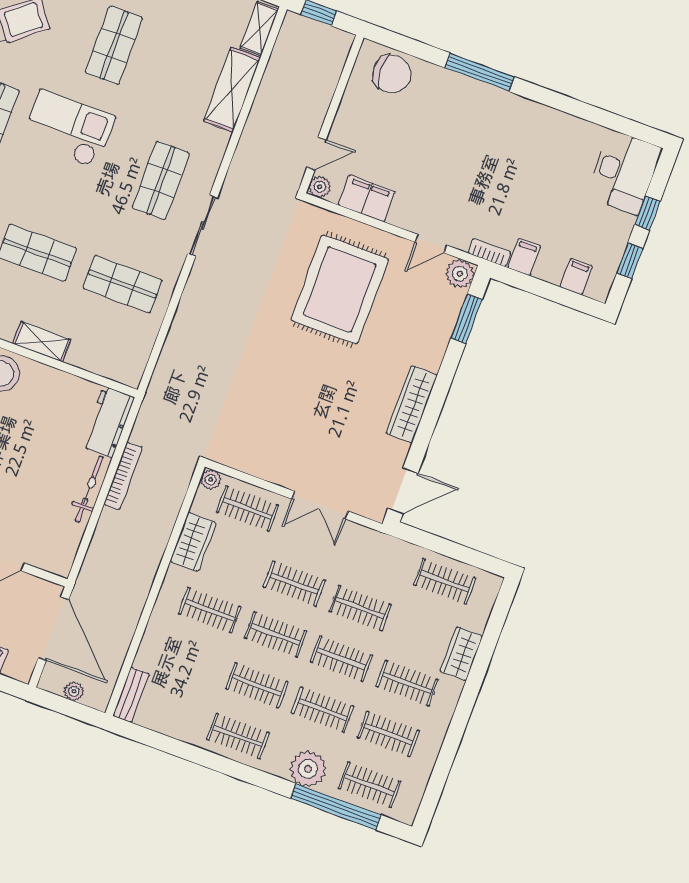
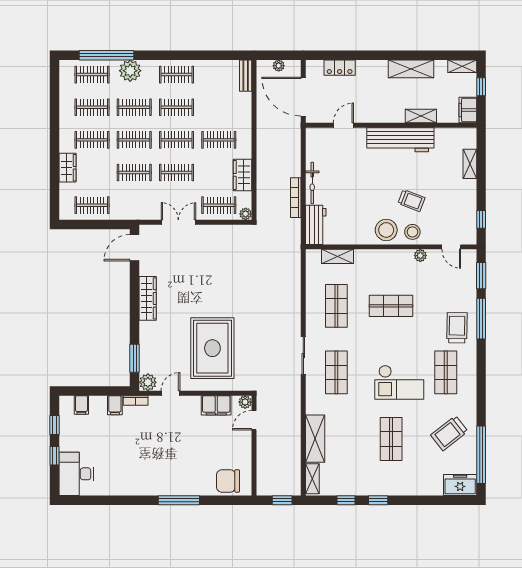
shop shelf: (122, 284) -> (336, 306), turned 90
shelving: (42, 342) -> (337, 256), moved

